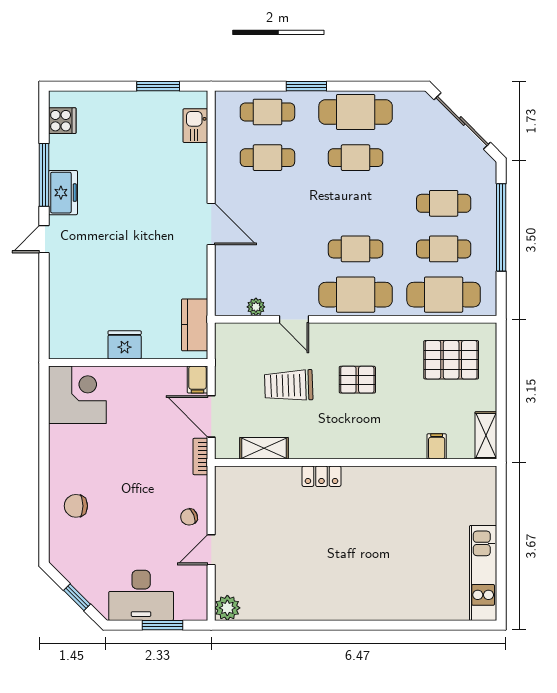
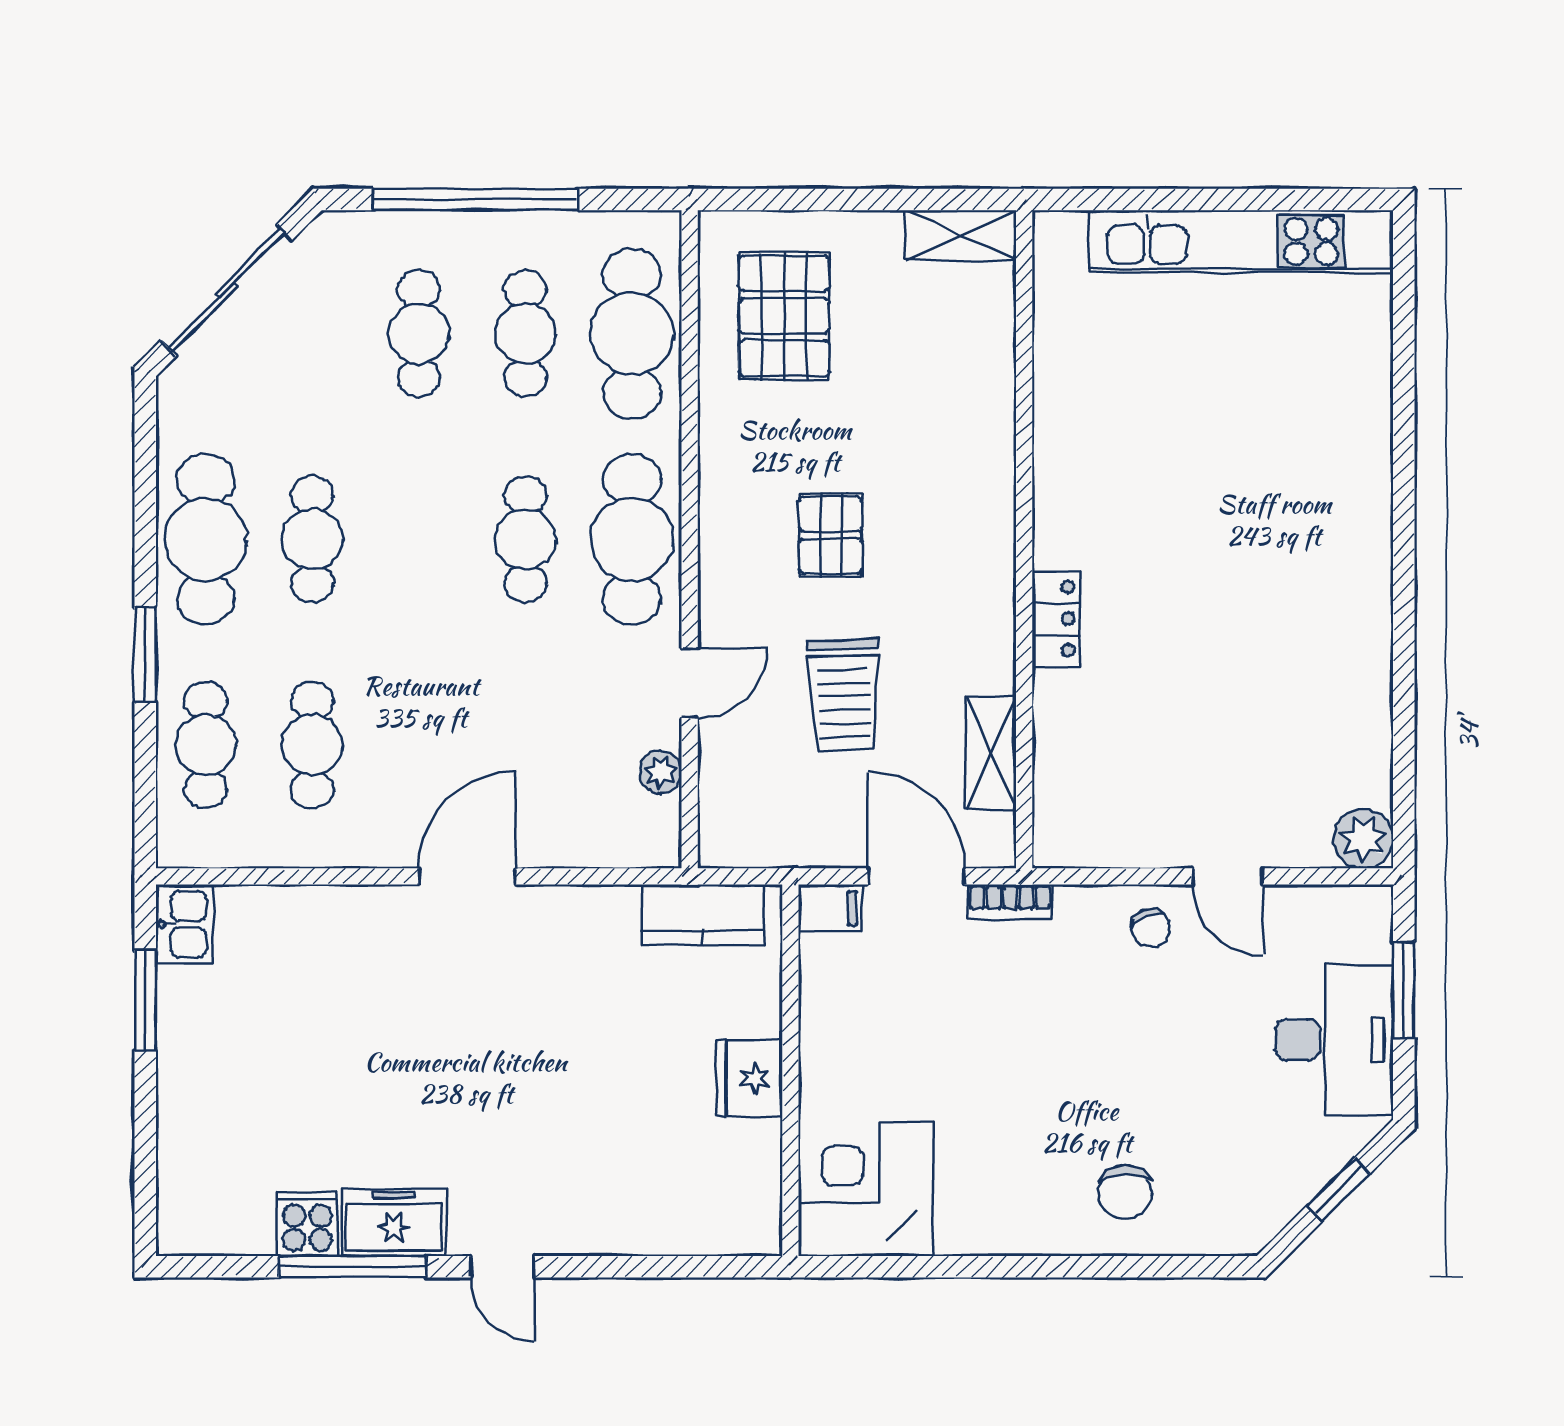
cooker: (62, 121) -> (307, 1224), moved
kitchen sink: (195, 126) -> (185, 924), moved, turned -90
door: (211, 416) -> (916, 876), swing flipped
filing cabinet: (437, 446) -> (986, 350), removed
kitchen unit: (483, 573) -> (1241, 241), width x1.36

